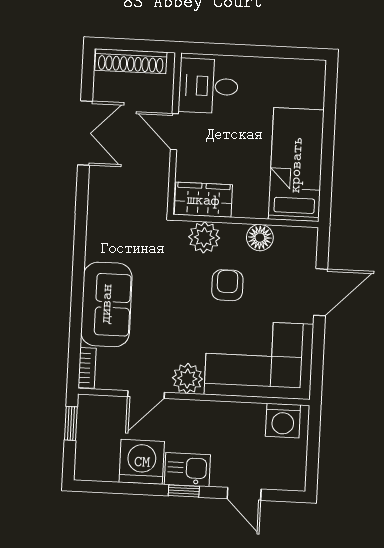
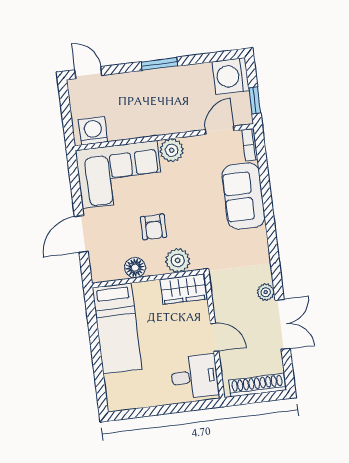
double door: (85, 133) -> (283, 324), swing flipped
plant: (99, 178) -> (266, 292), added
door: (146, 394) -> (220, 130), moved
washing machine: (142, 462) -> (231, 76), moved, turned 90
kitchen sink: (187, 470) -> (160, 81), removed
window: (184, 491) -> (159, 64), width x1.50
door: (244, 494) -> (88, 73), moved

